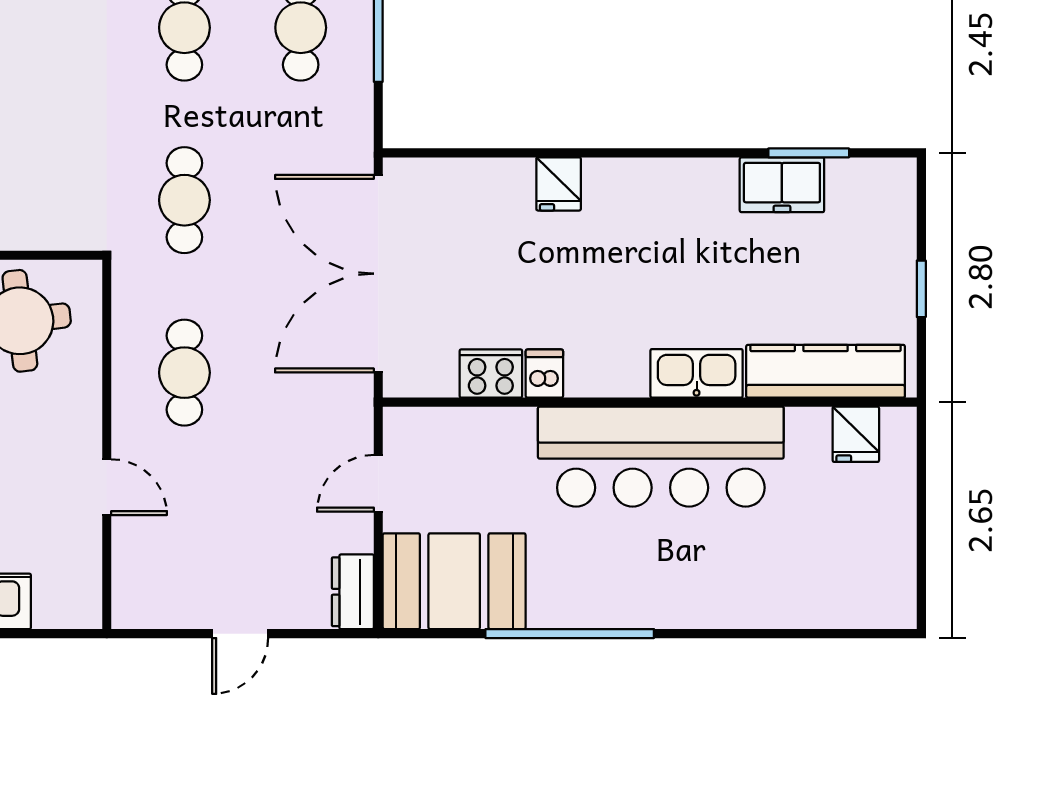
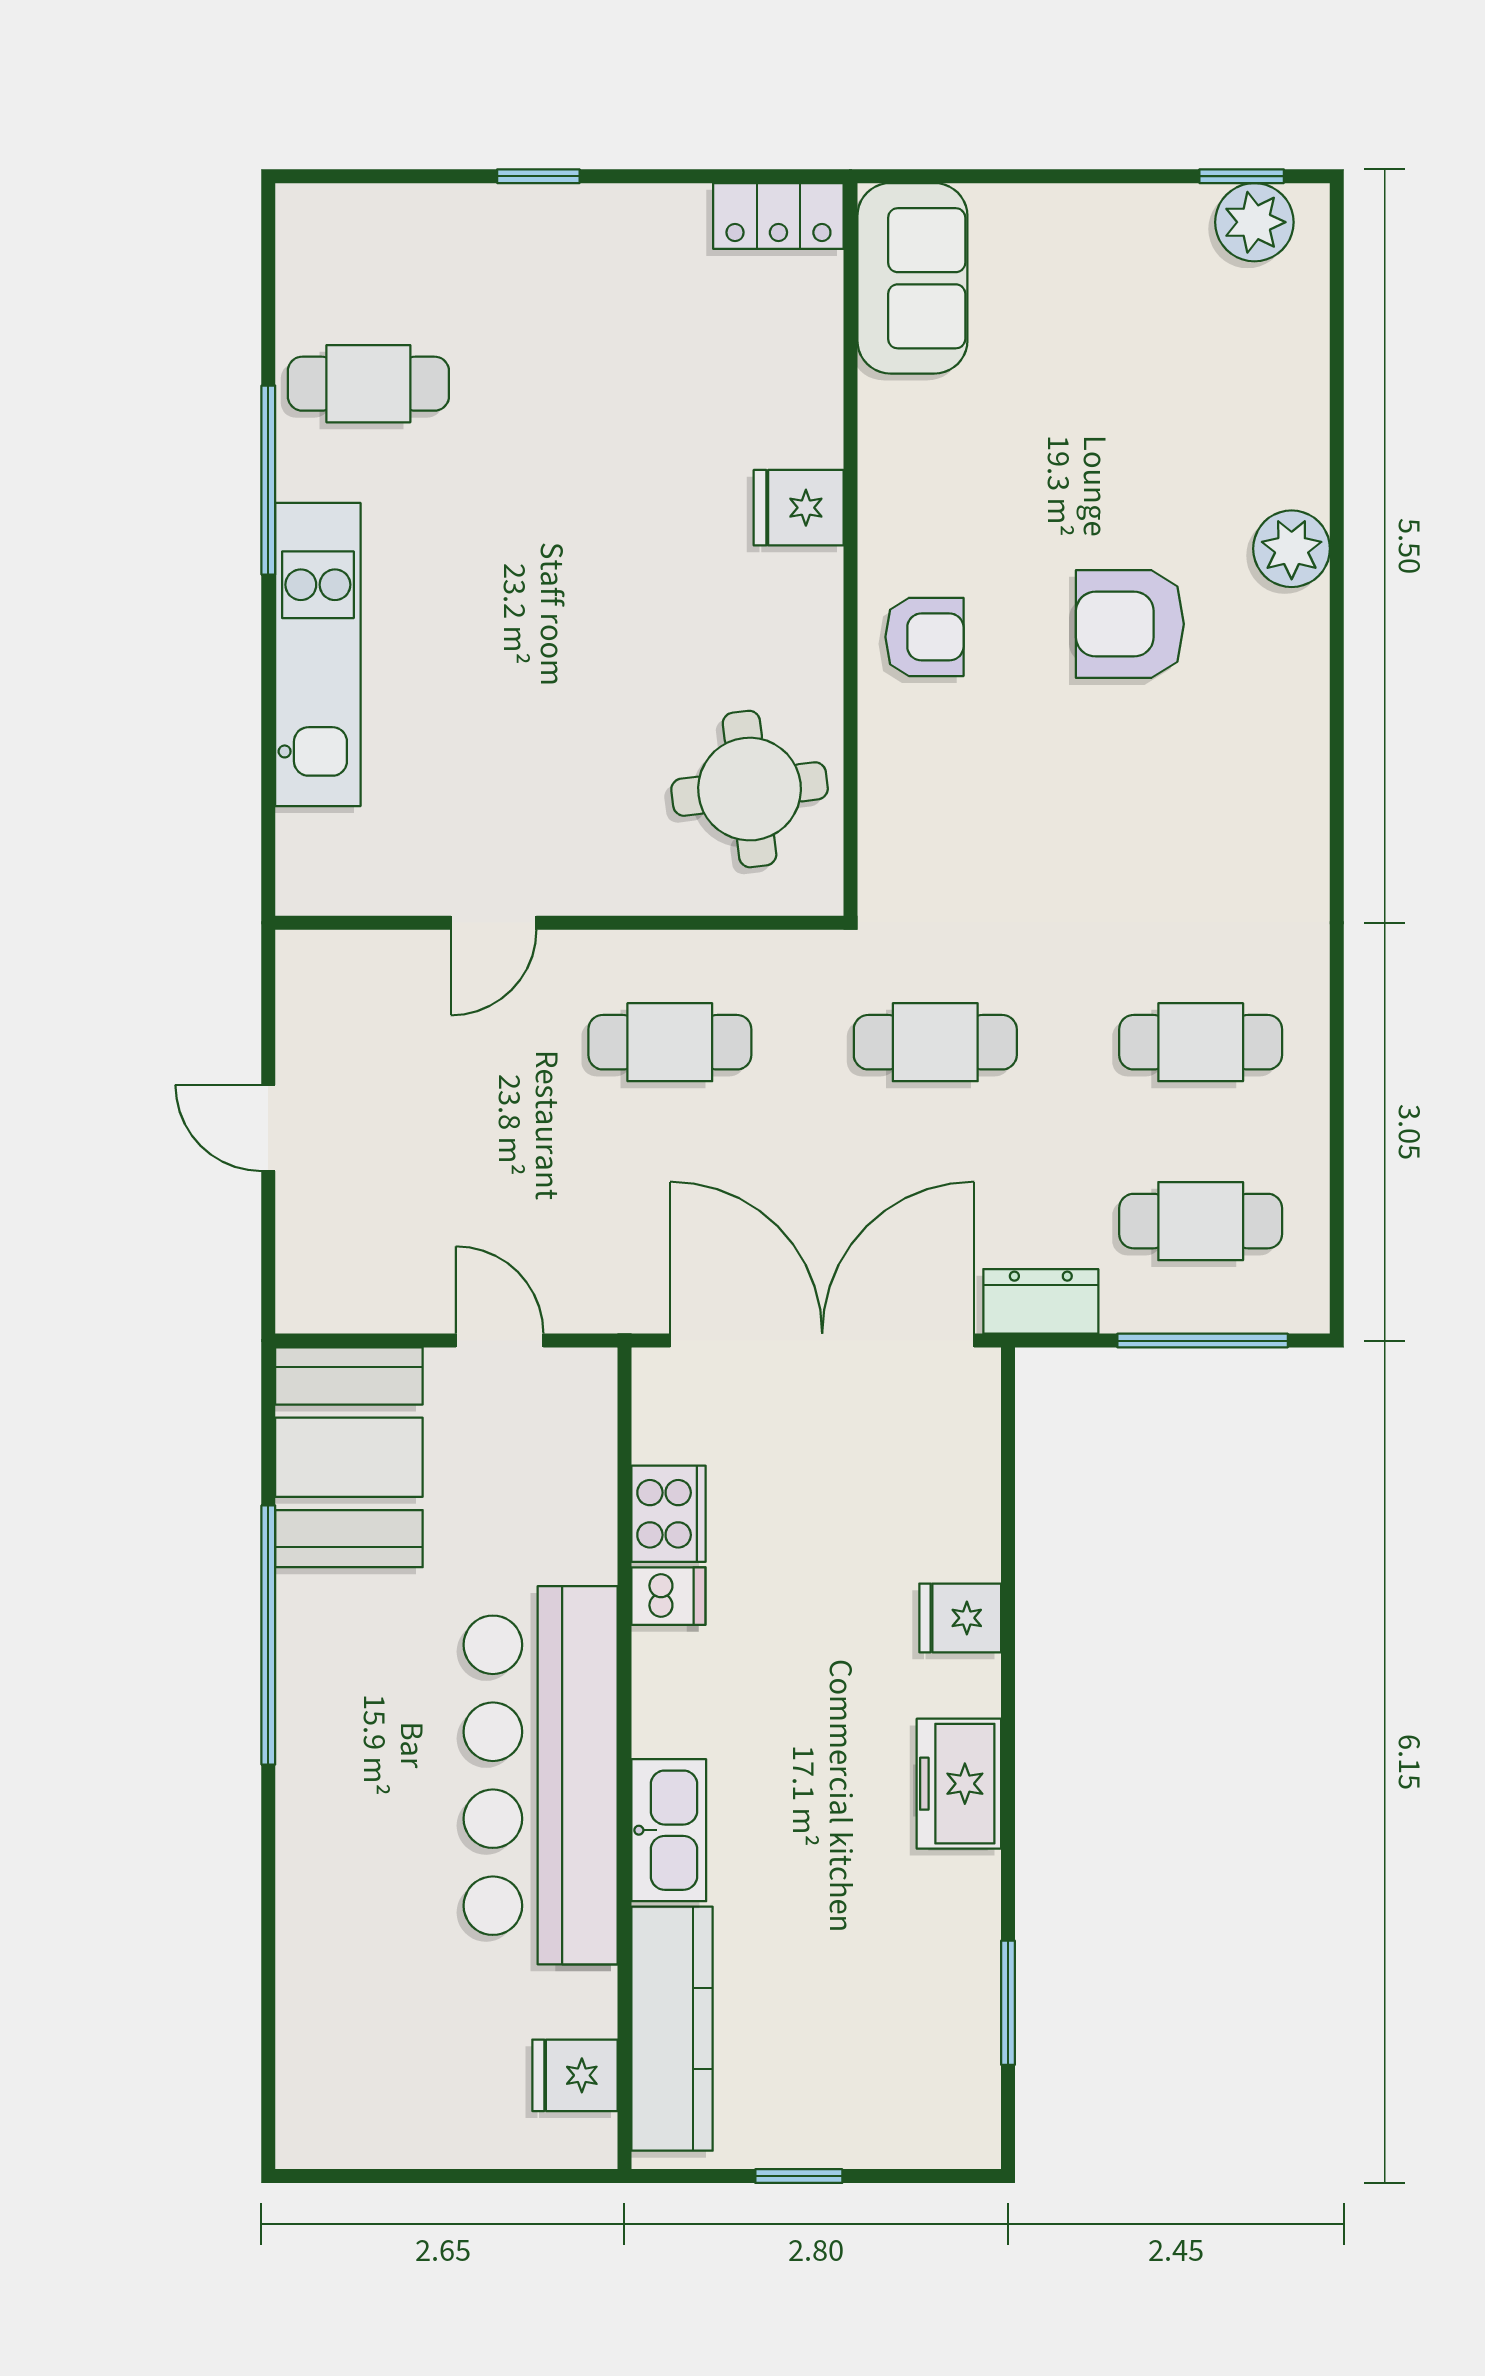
freezer: (782, 185) -> (959, 1784), moved
dresser: (353, 592) -> (1041, 1301), moved

